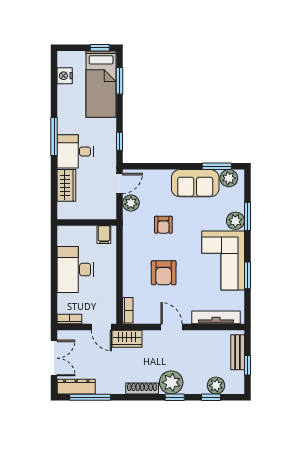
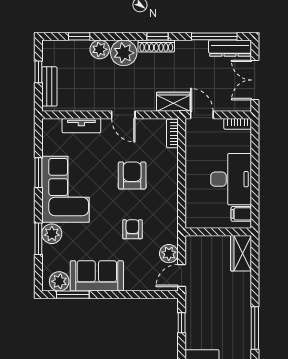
desk: (75, 151) -> (231, 311), removed
wardrobe: (66, 185) -> (241, 253), moved
filing cabinet: (104, 235) -> (241, 214), moved, turned -90
tv unit: (216, 317) -> (81, 126), width x0.71
plant: (216, 385) -> (100, 49), moved
window: (175, 397) -> (157, 36), moved

